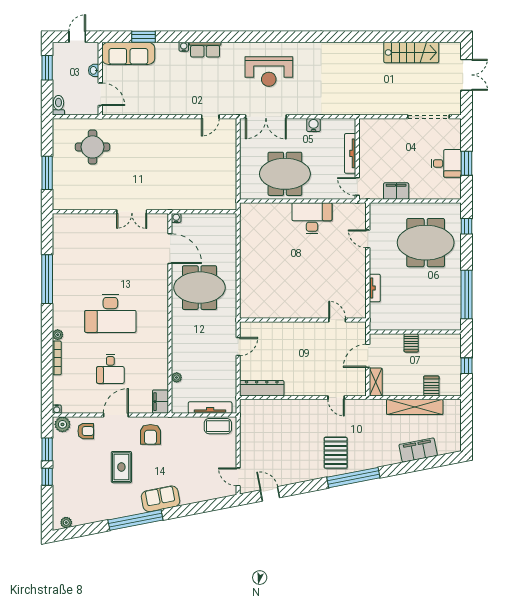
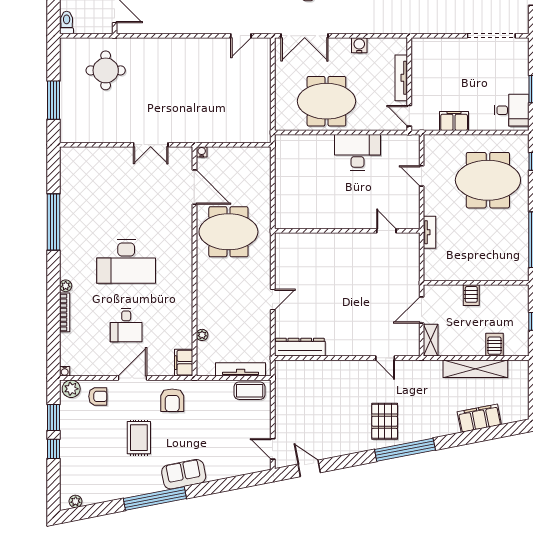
desk: (446, 163) -> (512, 110), moved
wall: (303, 320) -> (347, 231), moved
door: (337, 320) -> (386, 231), moved

